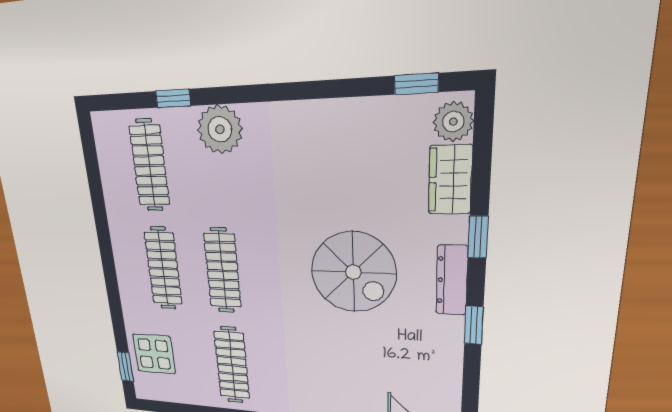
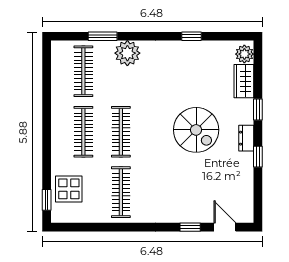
window: (416, 84) -> (191, 36), moved
window: (173, 98) -> (103, 36), width x1.50
dresser: (452, 280) -> (246, 138), width x0.70

